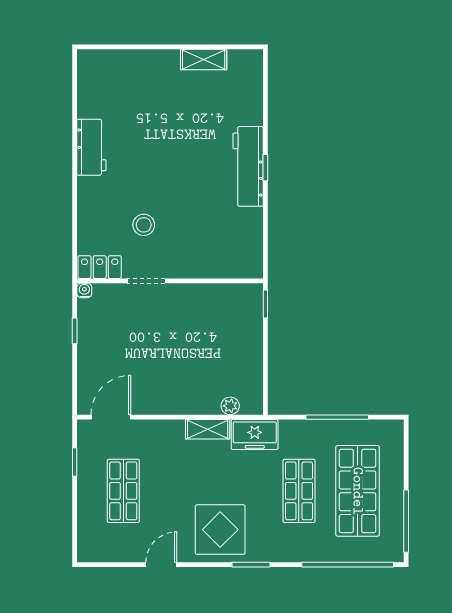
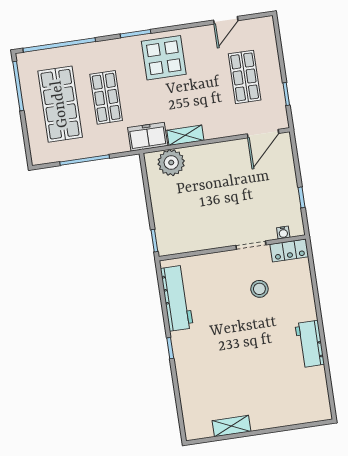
workbench: (248, 166) -> (177, 298), moved
water cooler: (84, 290) -> (283, 233), moved
plant: (230, 406) -> (171, 163), width x1.87, depth x1.87
door: (161, 565) -> (226, 20), moved

